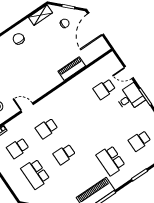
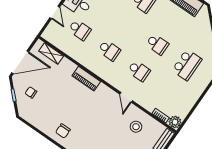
shelving: (41, 15) -> (51, 53), moved
piano: (72, 69) -> (86, 79), moved
school desk: (18, 148) -> (109, 50), moved

